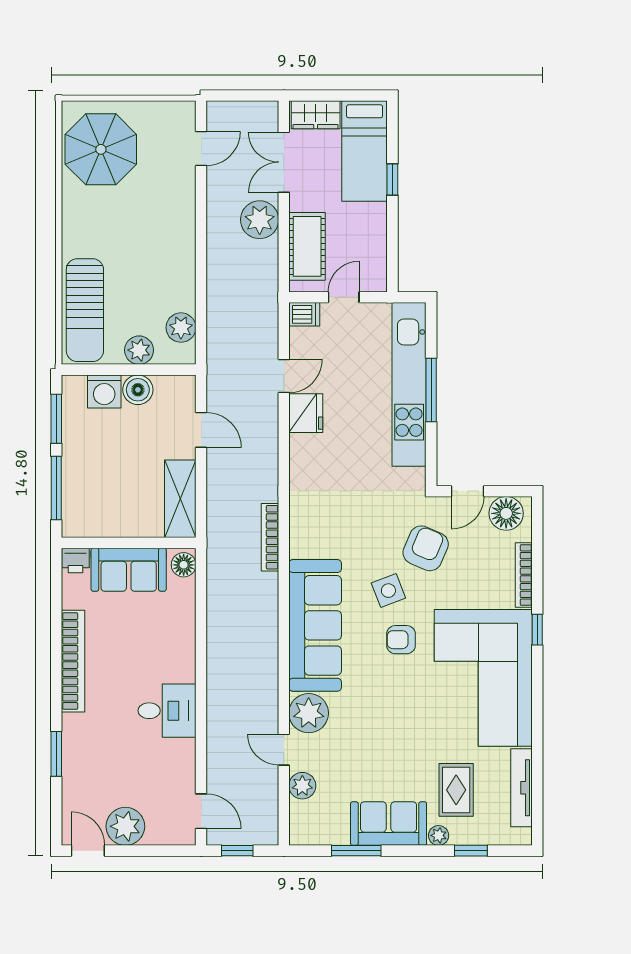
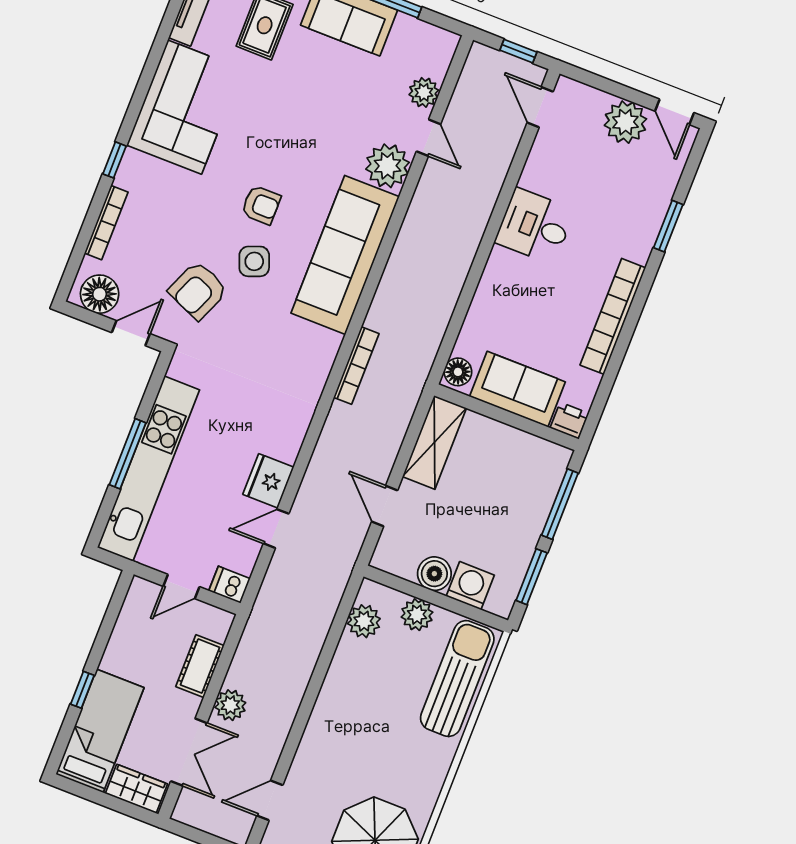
plant: (260, 220) -> (230, 705), width x0.73, depth x0.73
cot: (307, 246) -> (200, 666), width x0.73, depth x0.75
corner sofa: (483, 678) -> (185, 107), width x0.73, depth x0.74

